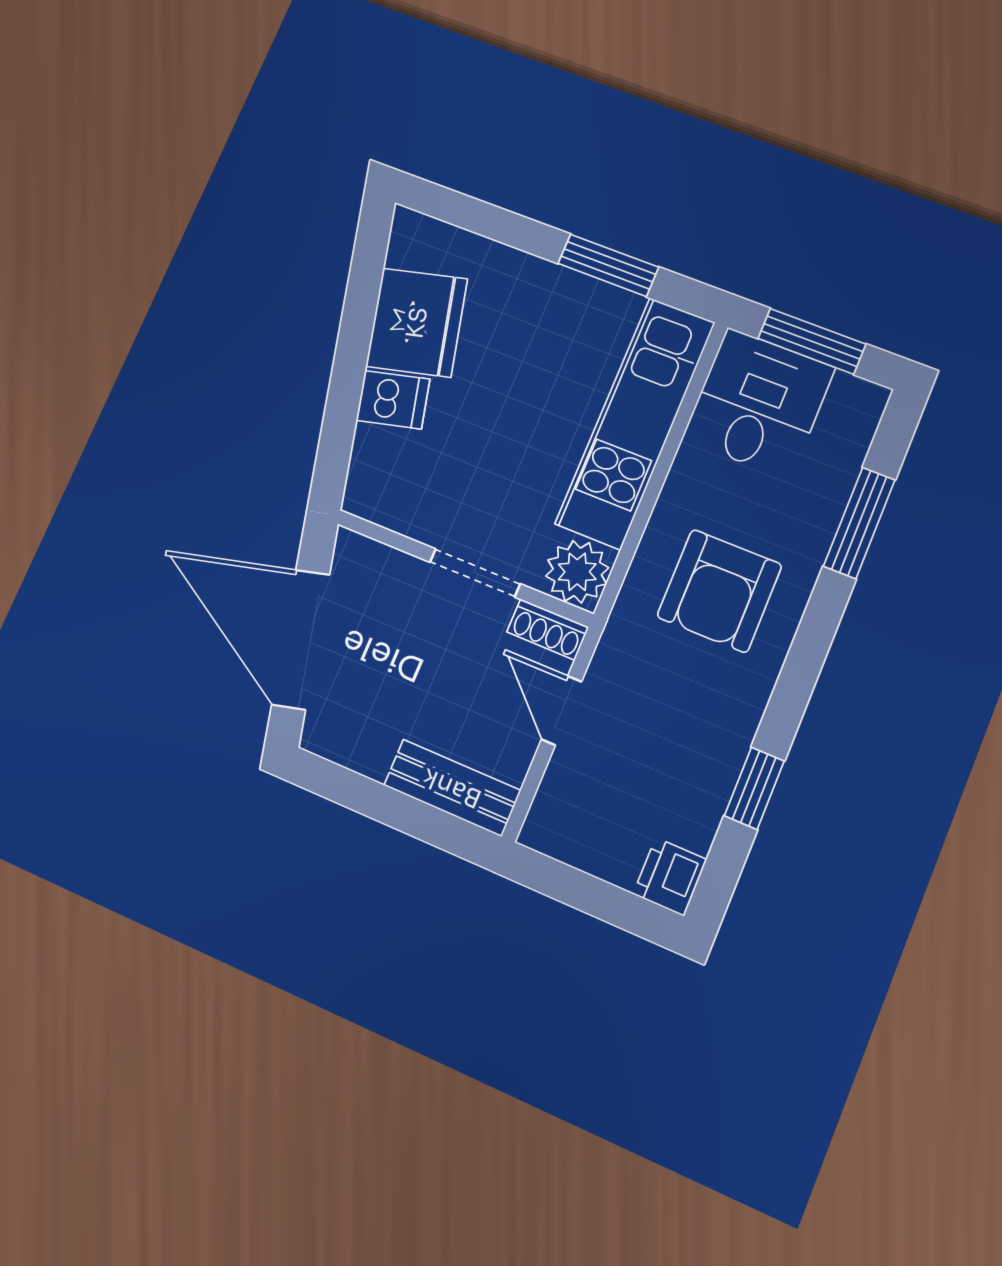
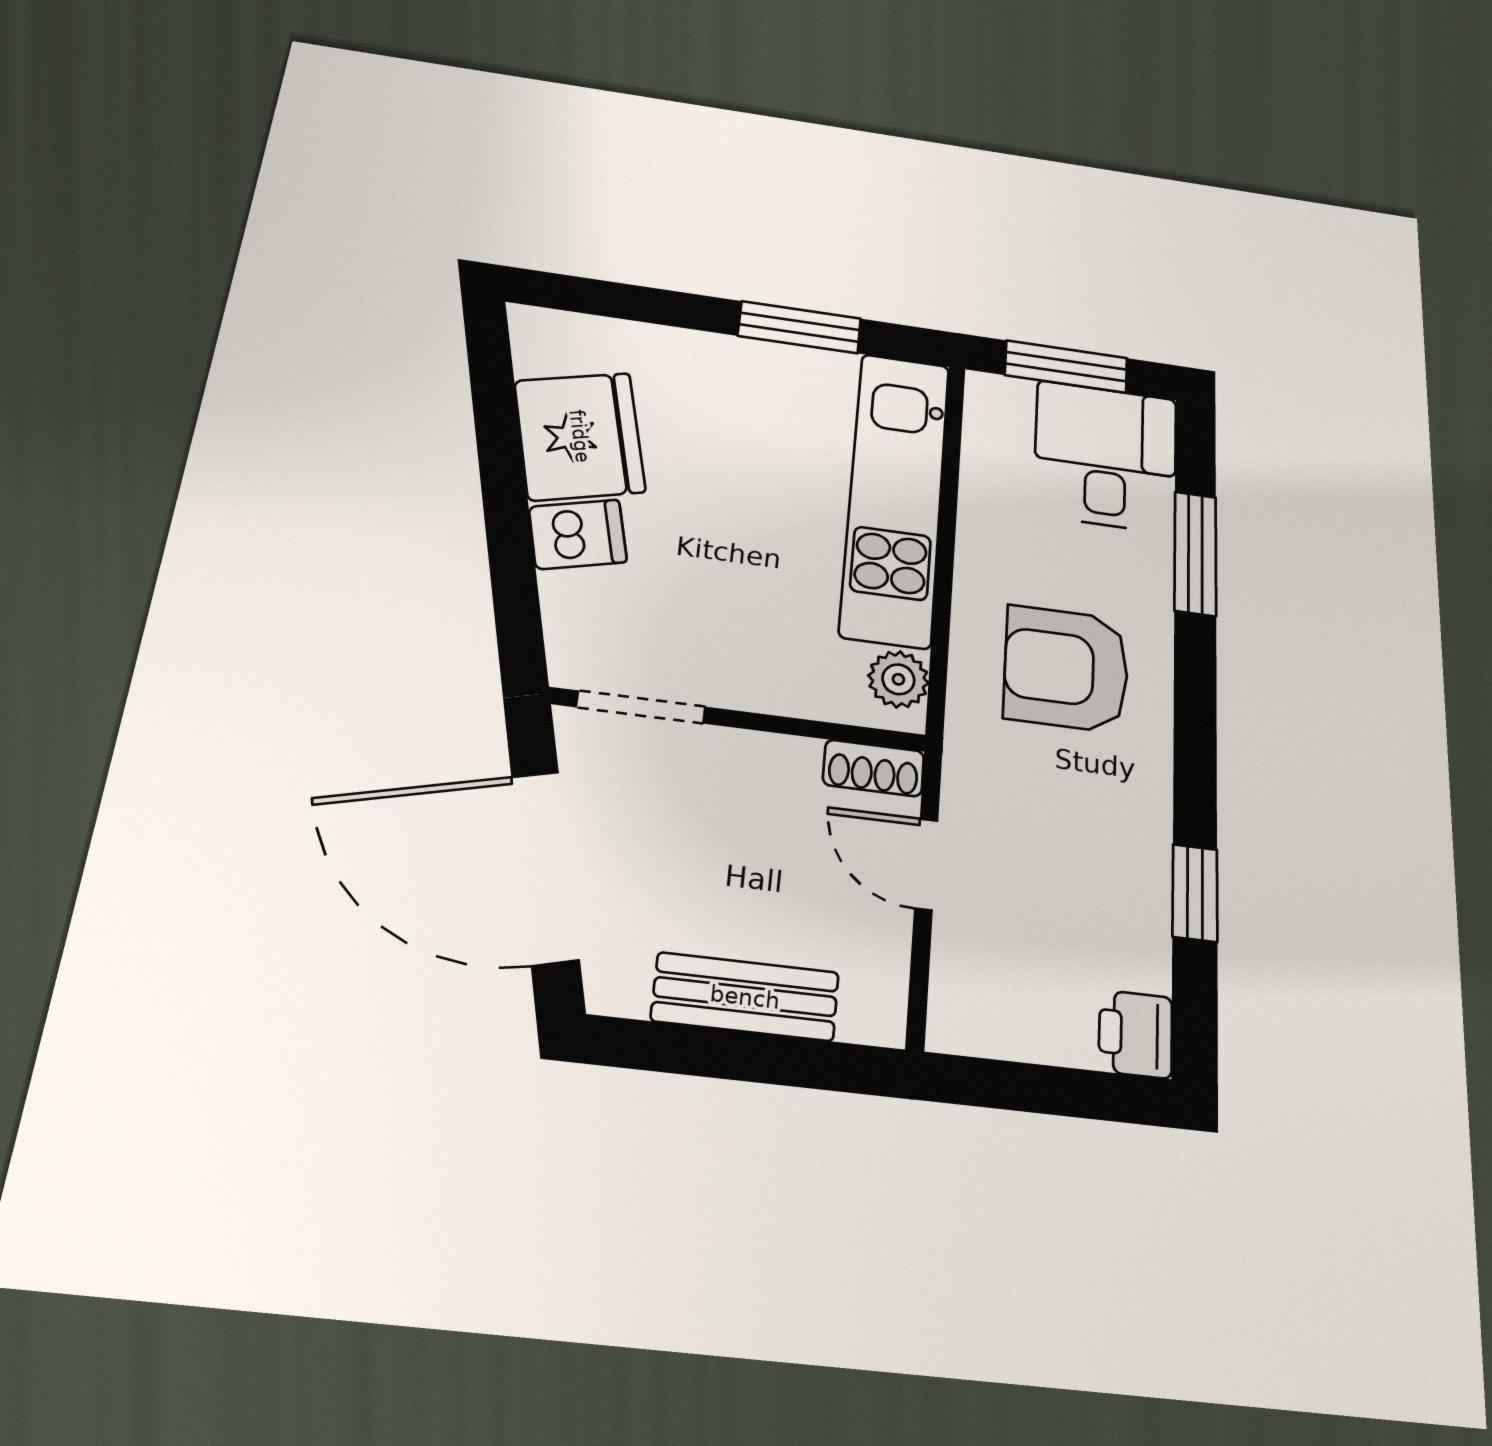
desk: (759, 403) -> (1106, 456), moved
plant: (577, 572) -> (898, 679), width x0.73, depth x0.73
doorway: (475, 573) -> (641, 707), moved
armchair: (719, 591) -> (1066, 669), turned 90
bench: (452, 788) -> (745, 997), moved

